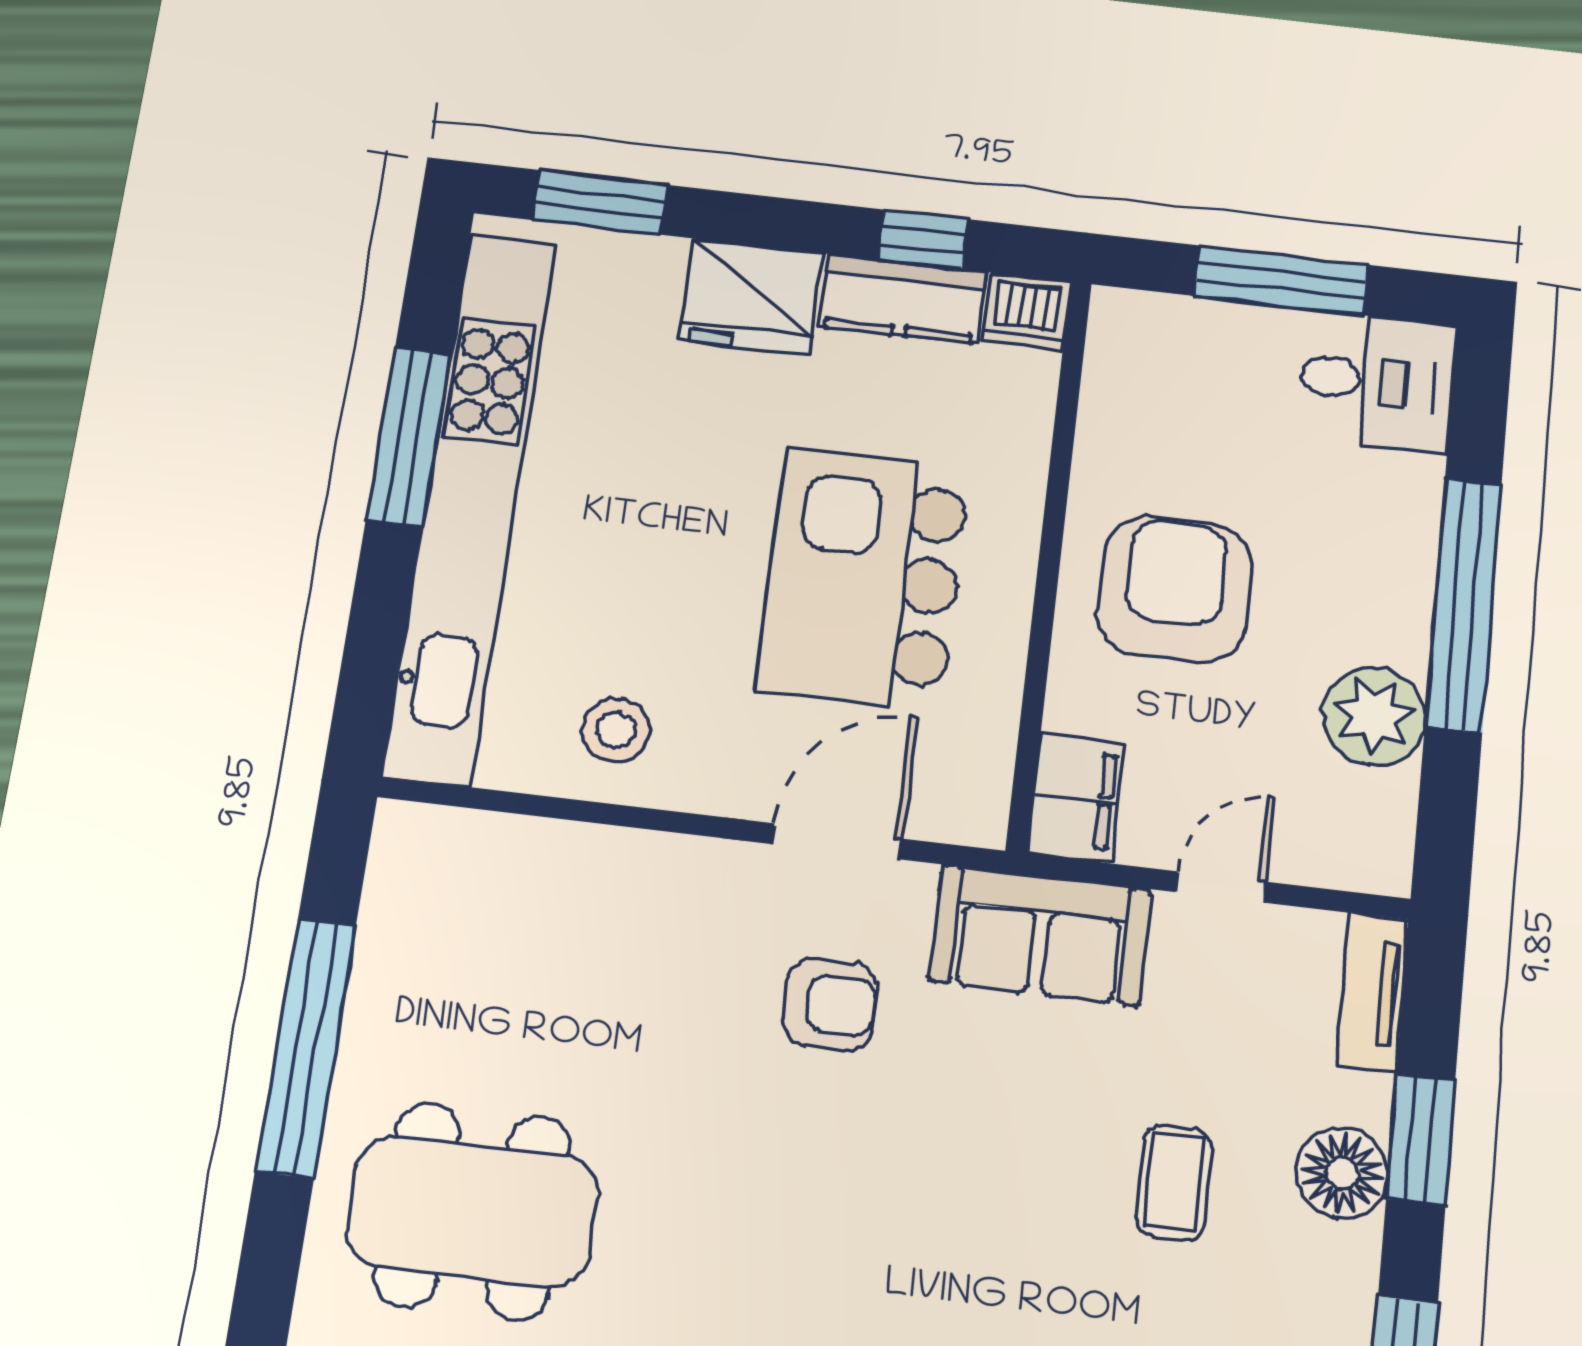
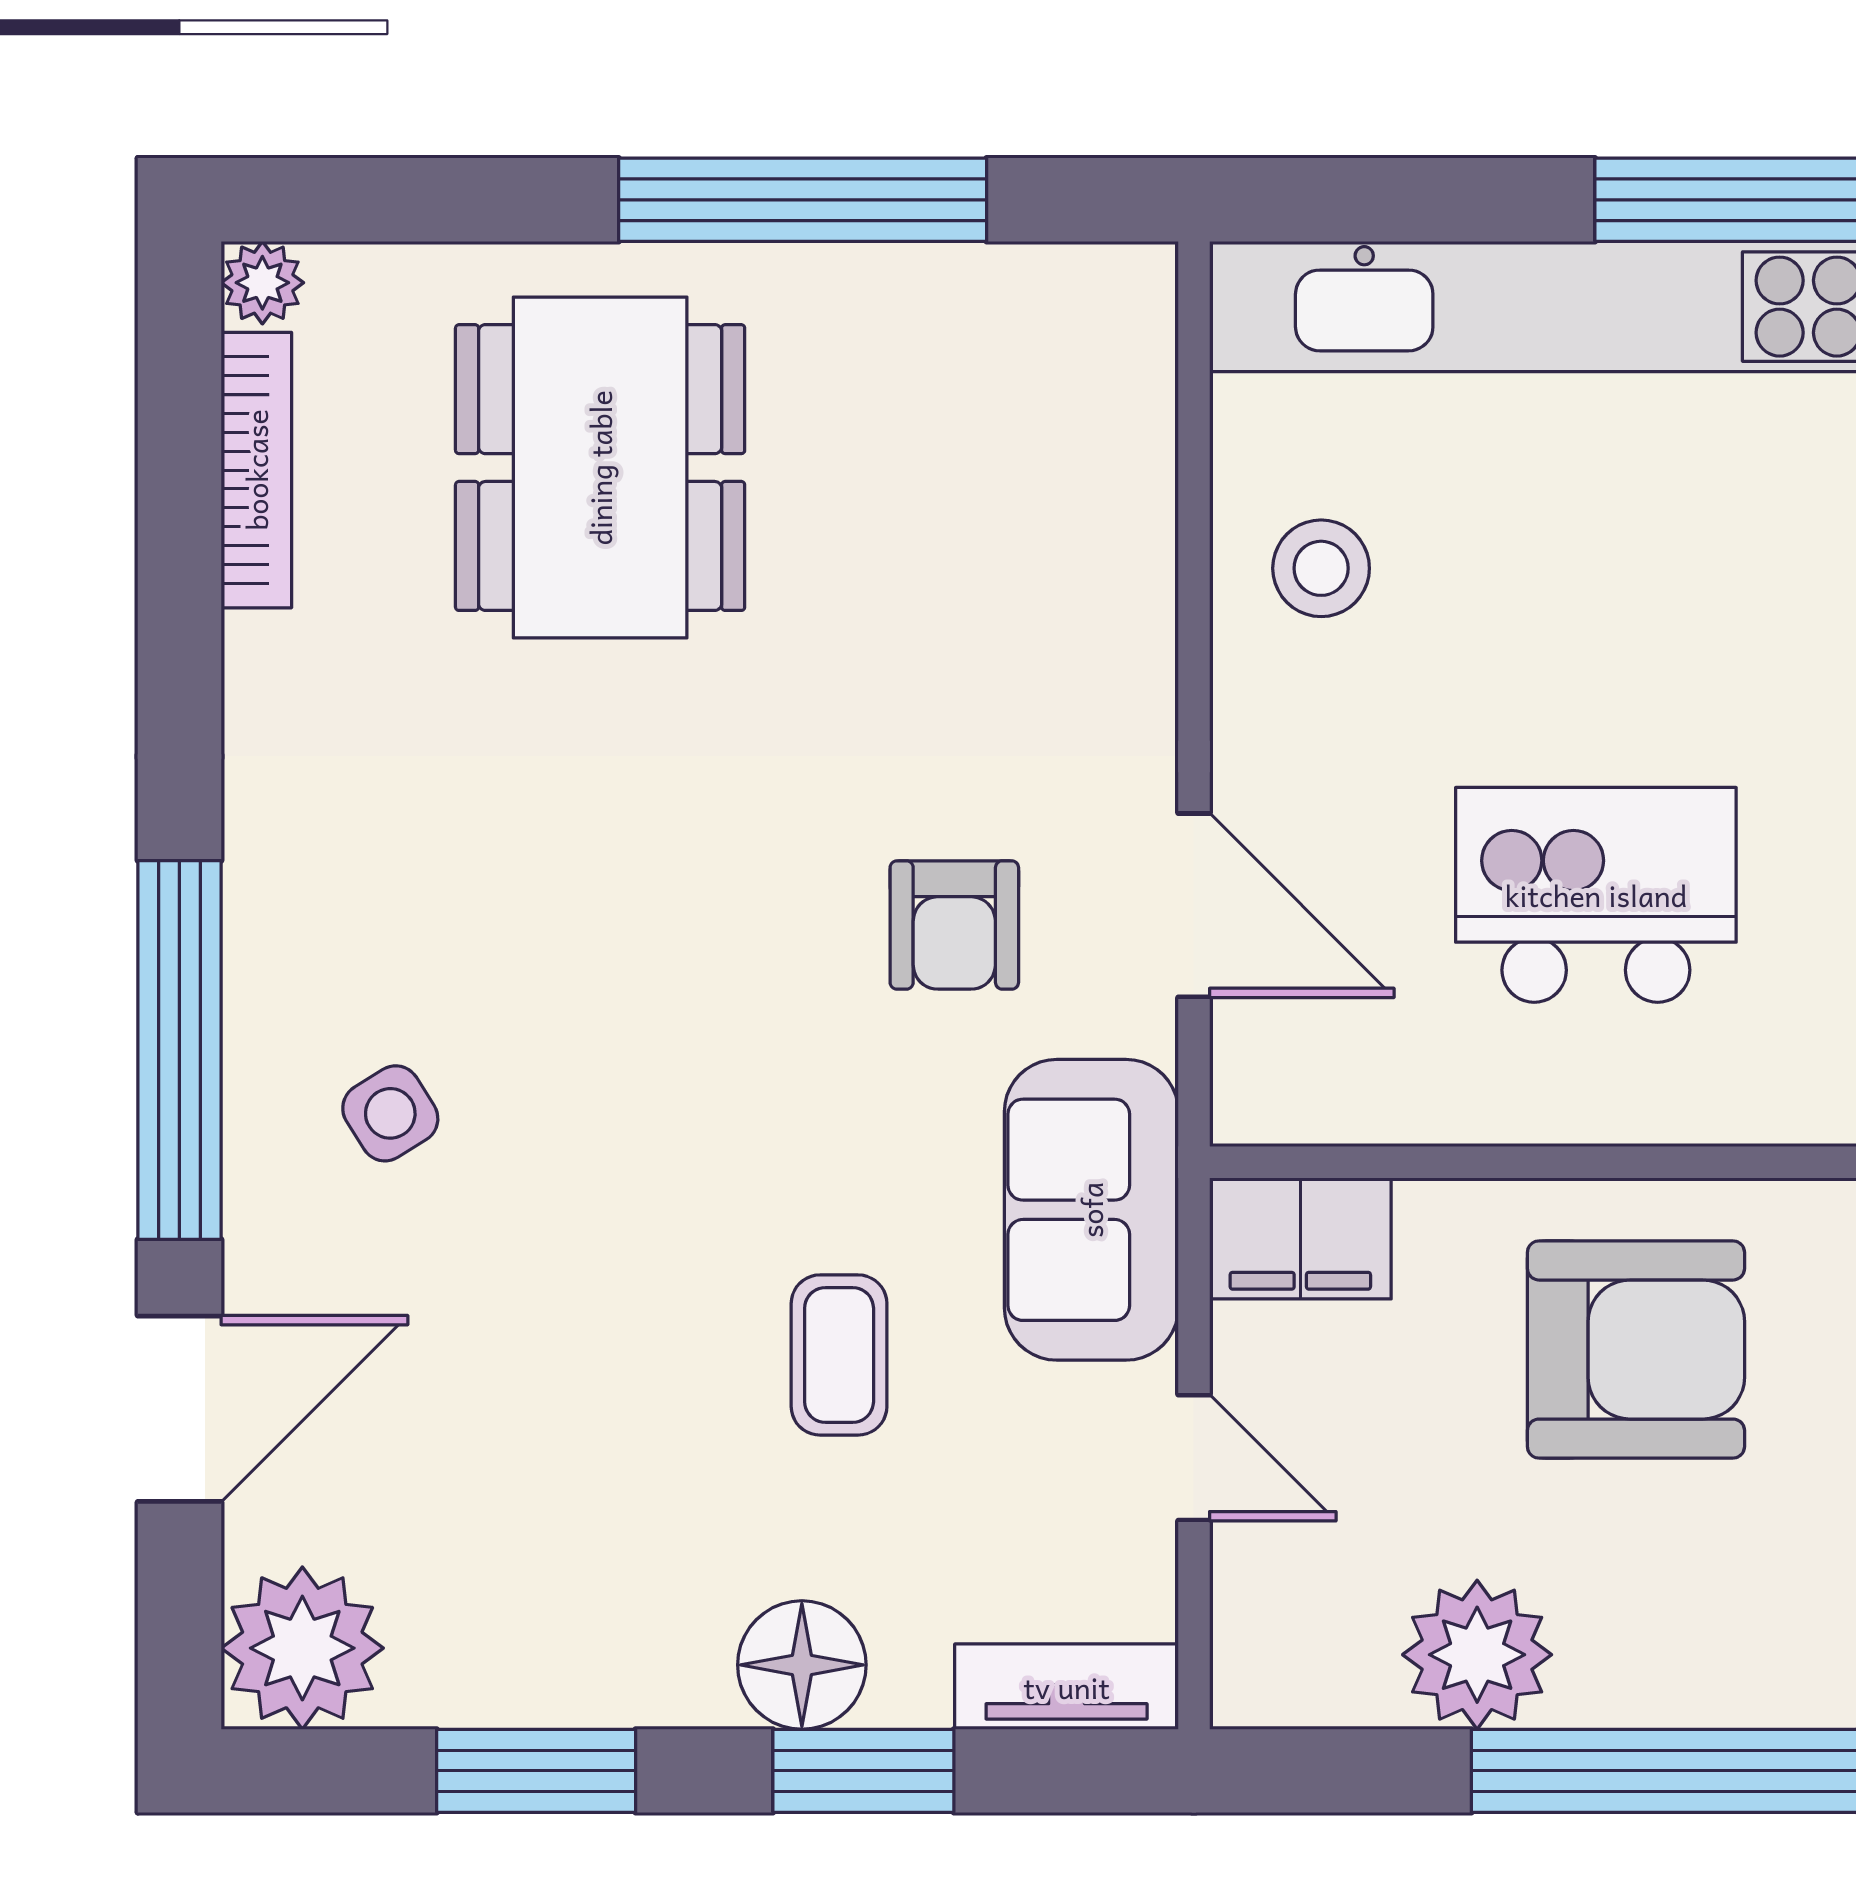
kitchen island: (863, 579) -> (1596, 895), width x0.73, depth x0.78
coffee table: (1174, 1182) -> (839, 1355), moved, turned 90

